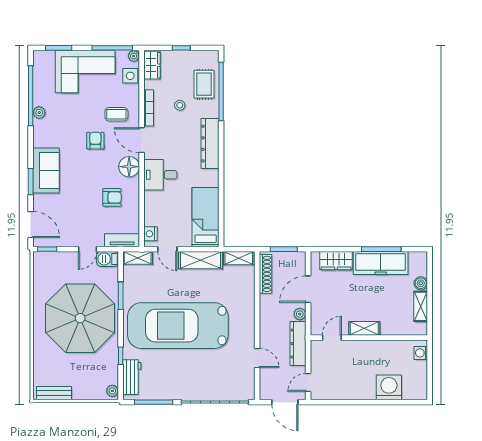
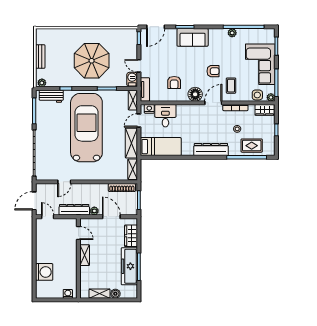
desk: (160, 175) -> (165, 116), moved
parasol: (80, 318) -> (92, 61), width x0.73, depth x0.73
bench: (54, 393) -> (40, 56), moved

